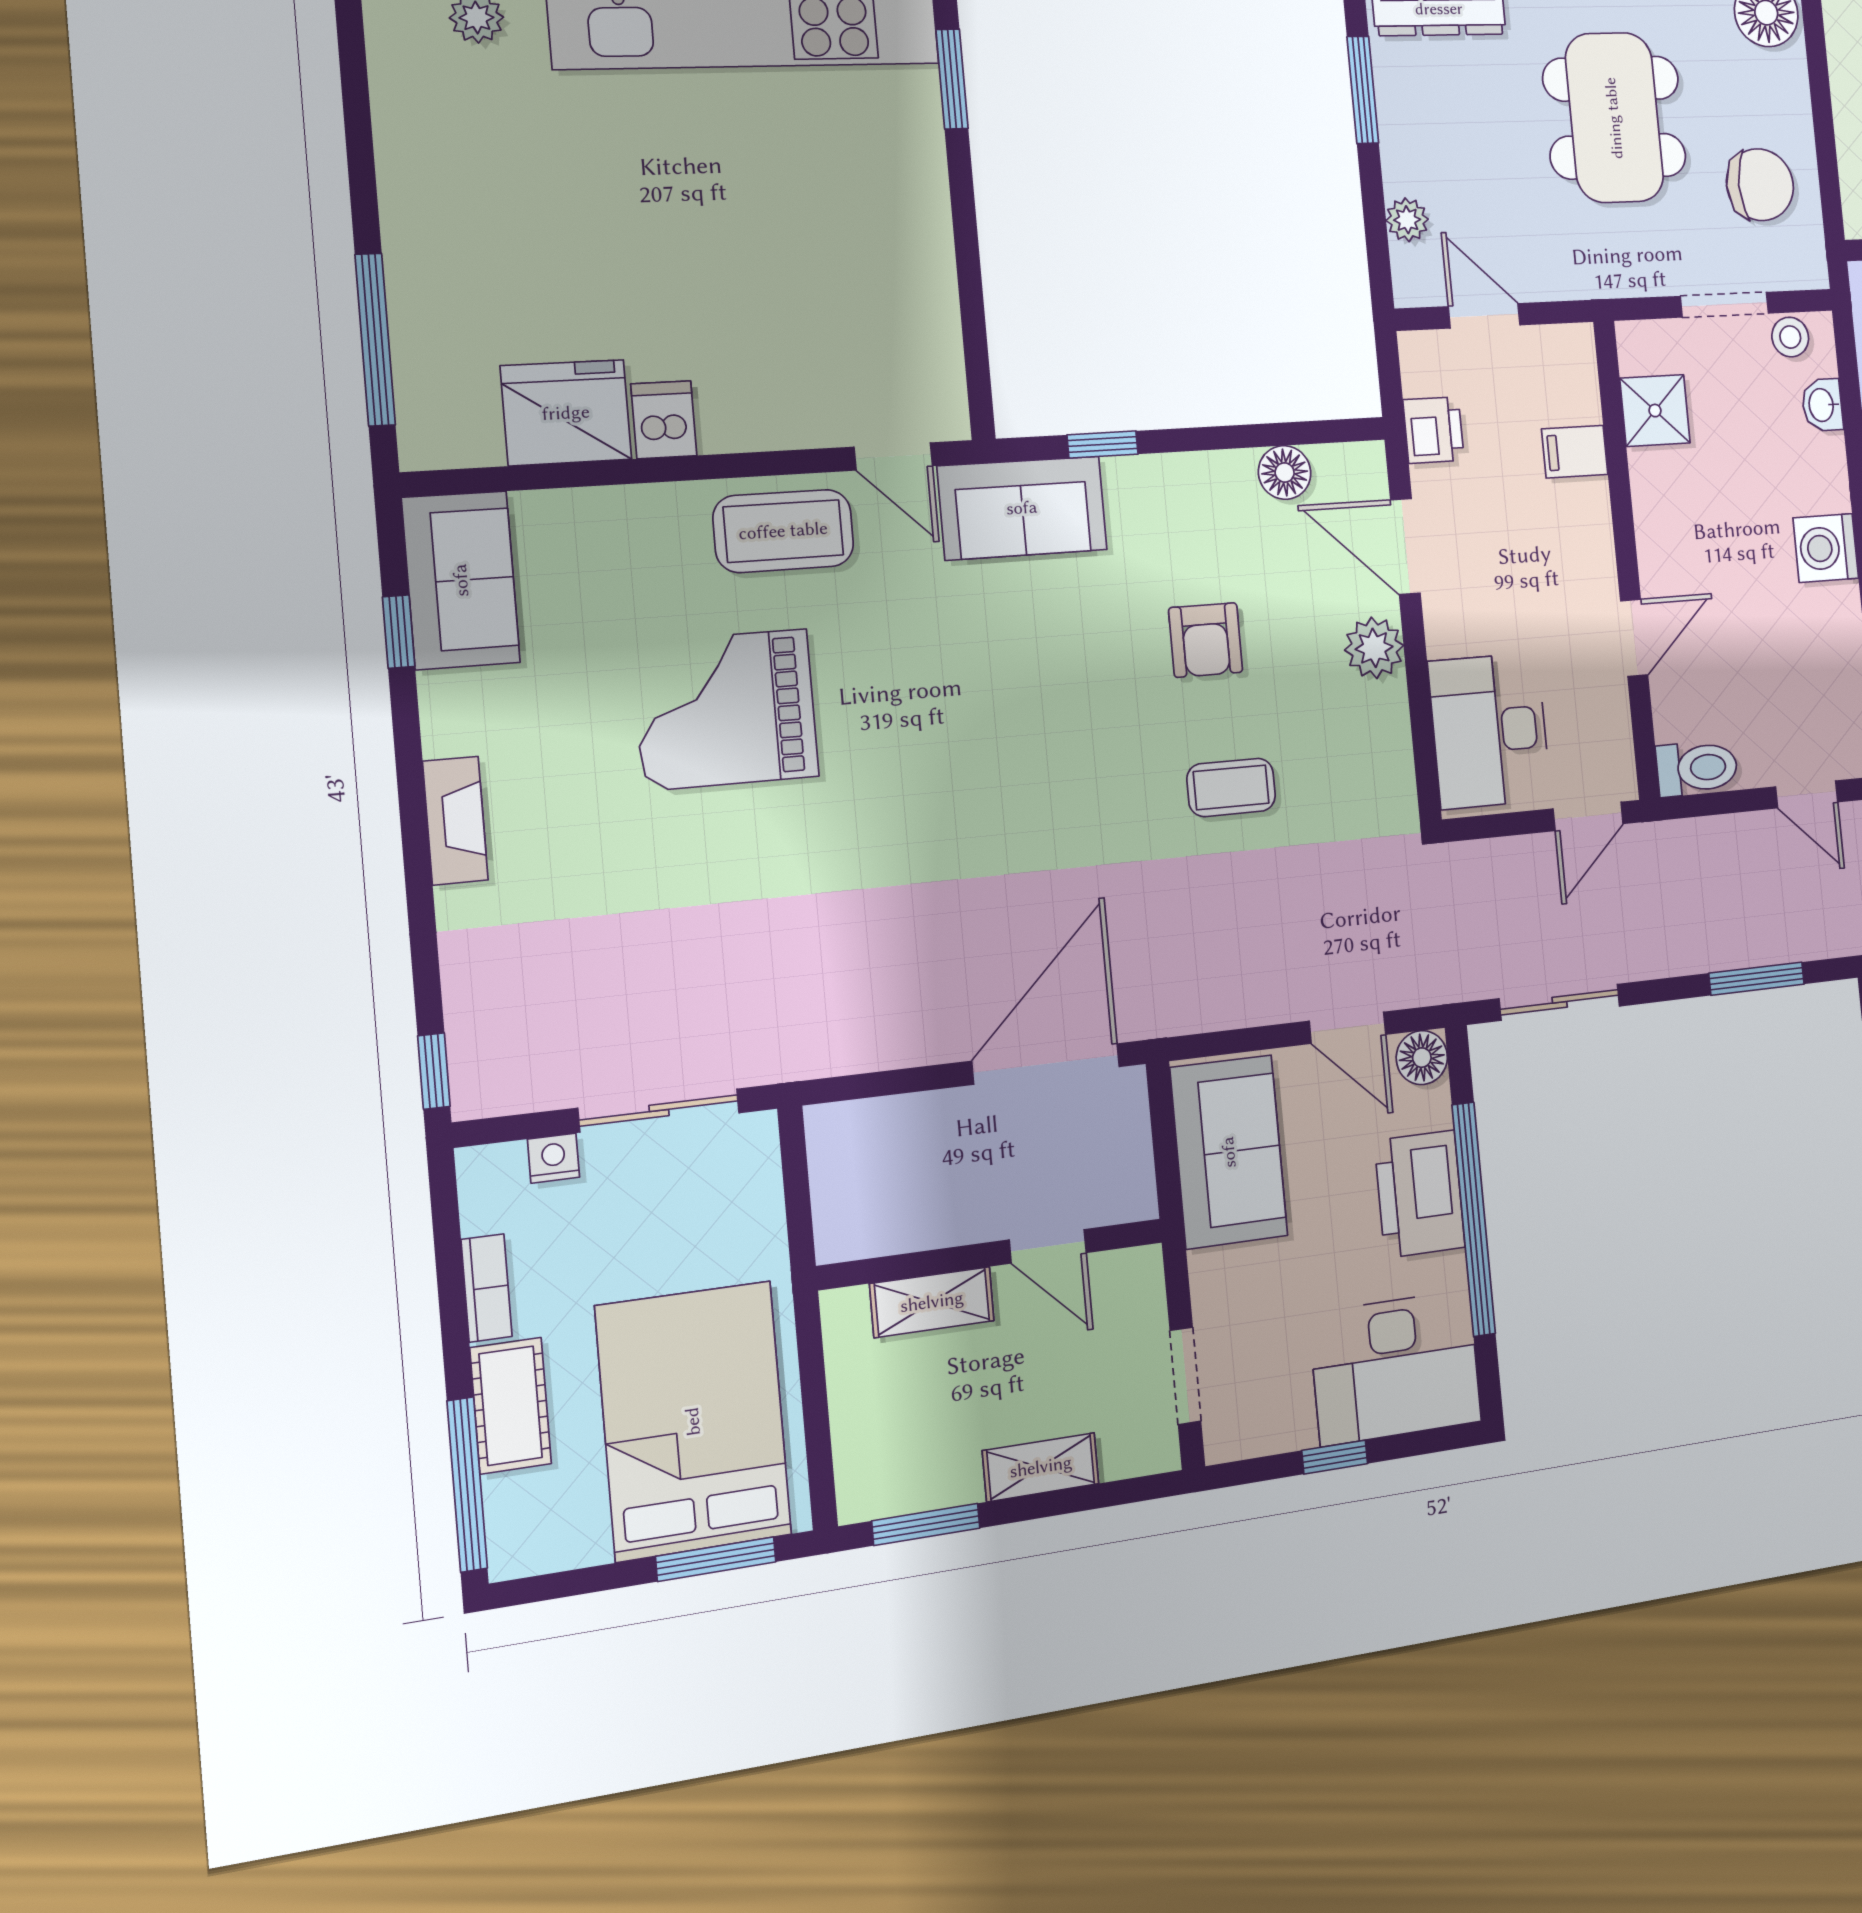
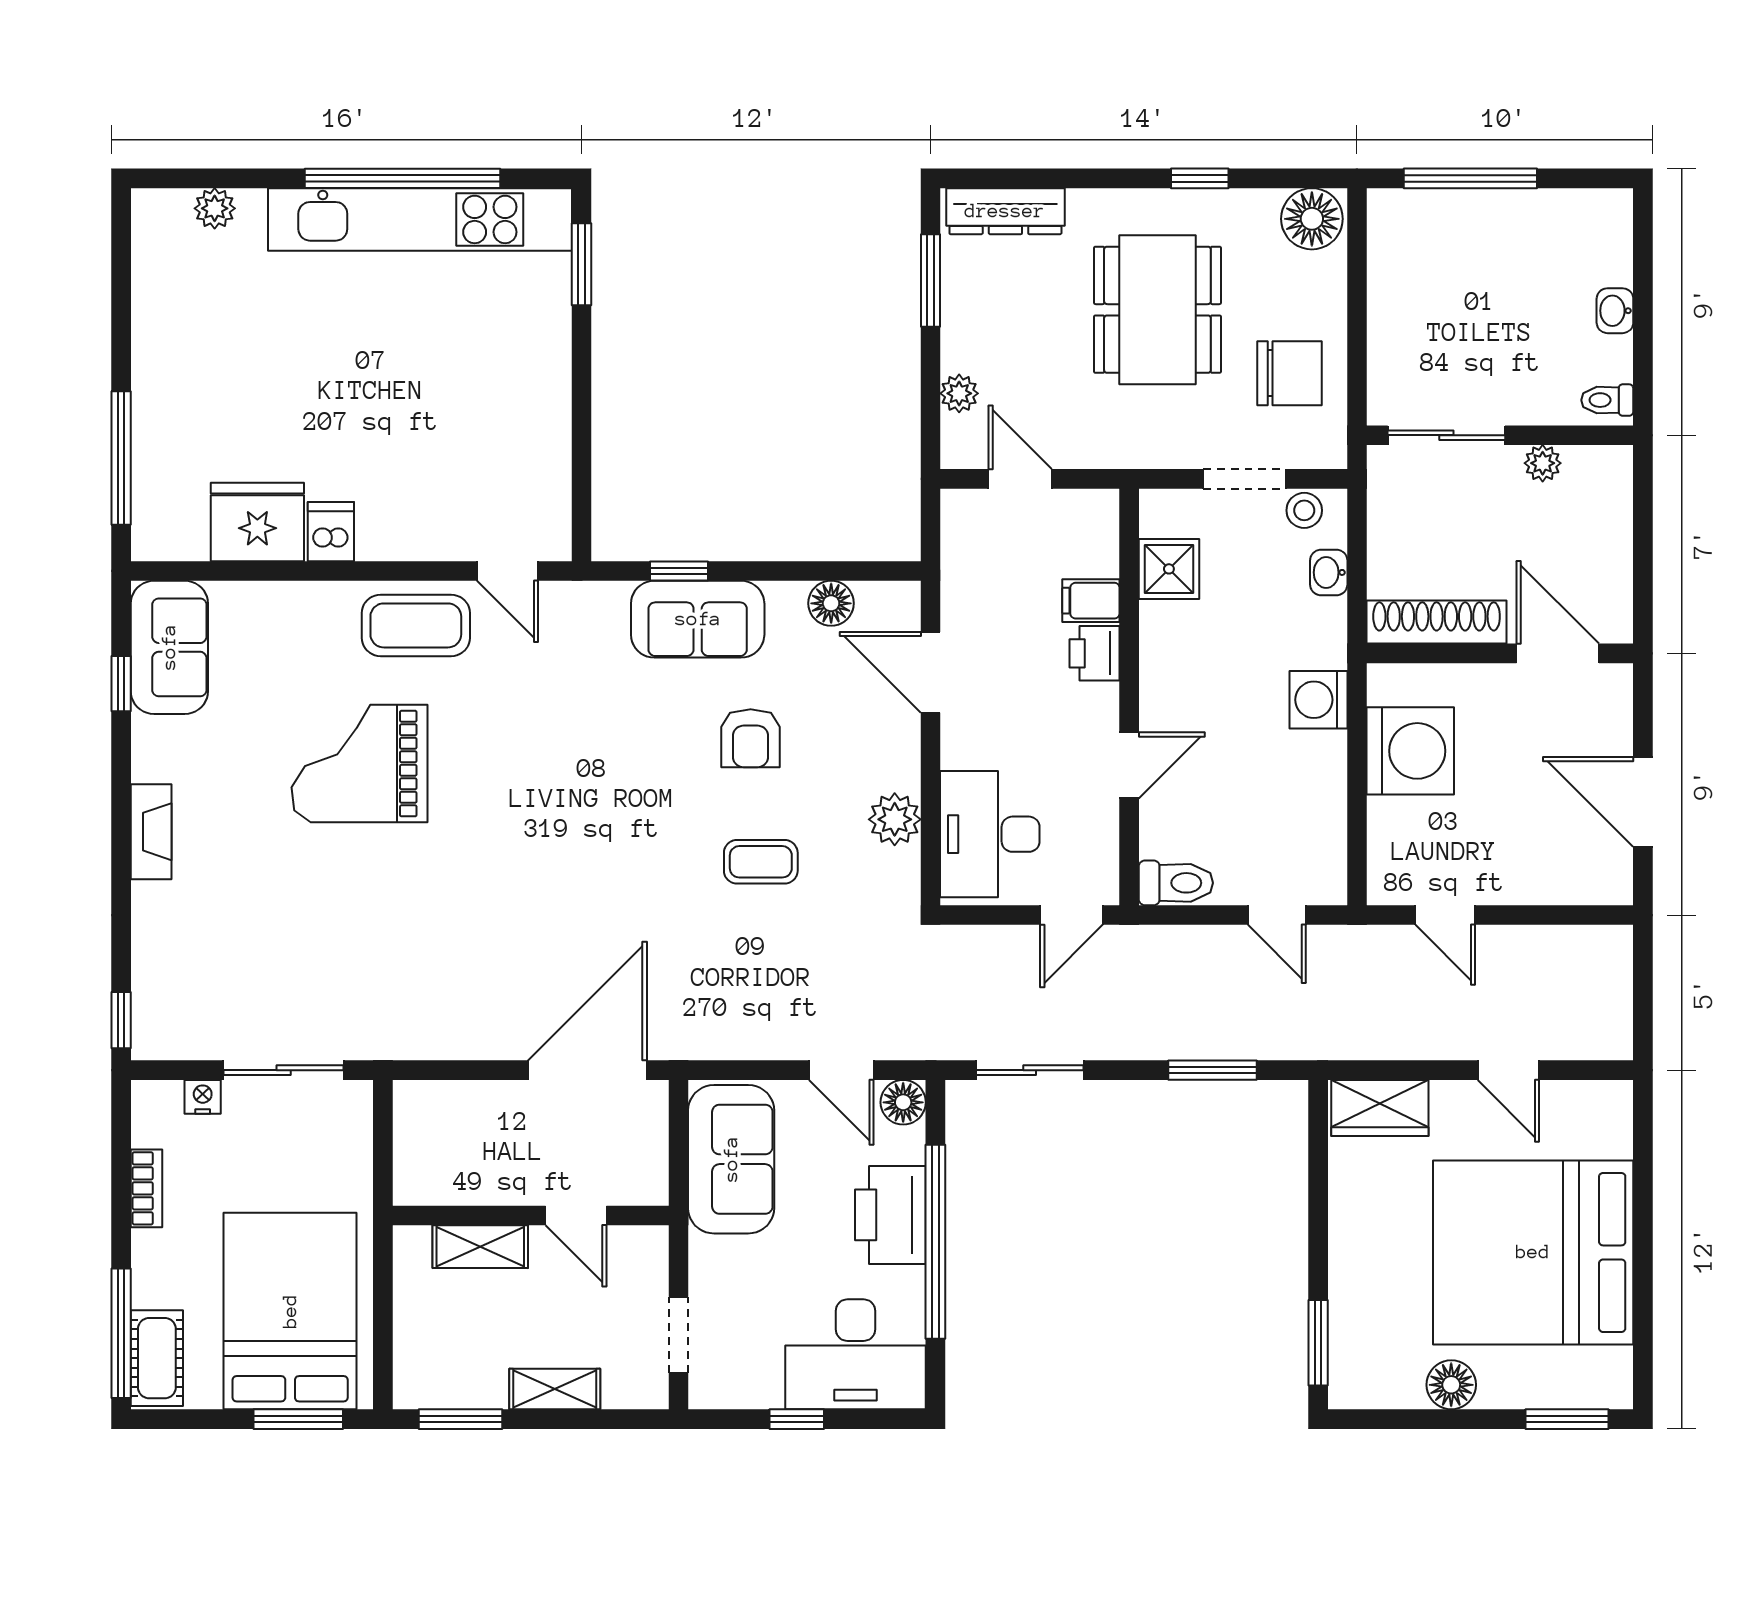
printer: (1434, 430) -> (1095, 653), moved, turned 180
sofa: (1022, 508) -> (698, 619), moved
plant: (1374, 648) -> (895, 819), moved
cot: (511, 1406) -> (157, 1358), moved

